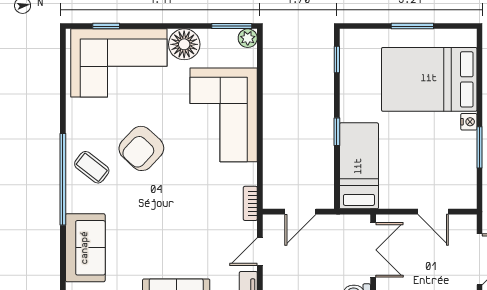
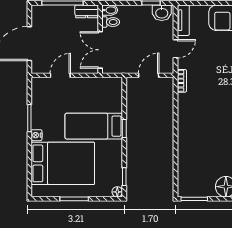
floor lamp: (347, 37) -> (117, 192), added
plant: (248, 38) -> (184, 191), removed
corner sofa: (224, 115) -> (200, 140), removed
bed: (359, 166) -> (94, 126), moved, turned 90
door: (433, 212) -> (60, 75), hinge flipped

